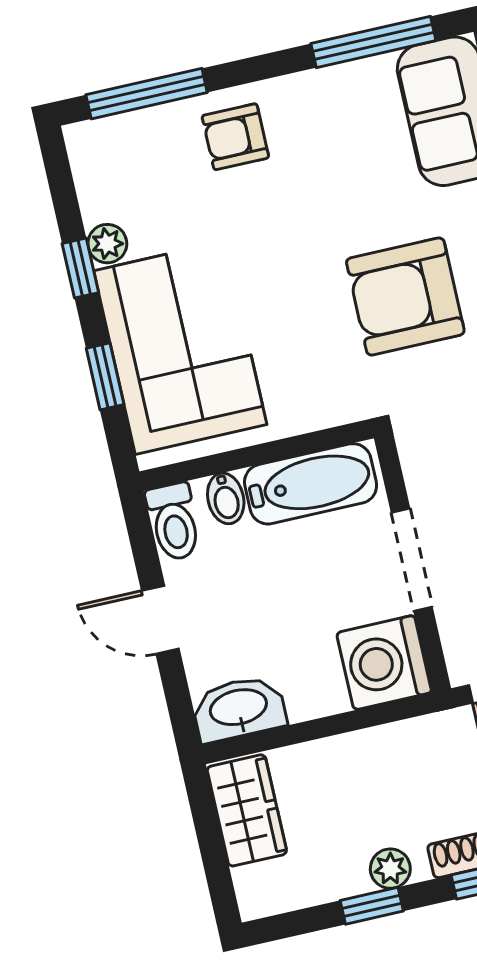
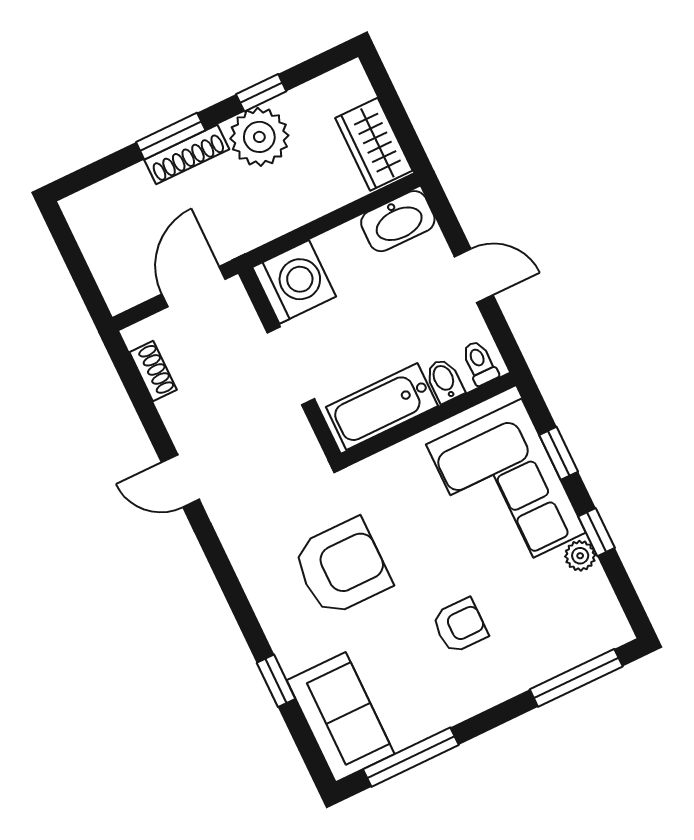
armchair: (235, 137) -> (460, 626), moved
toilet: (174, 522) -> (480, 363), width x0.73, depth x0.72
plant: (390, 869) -> (259, 137), width x1.88, depth x1.88

